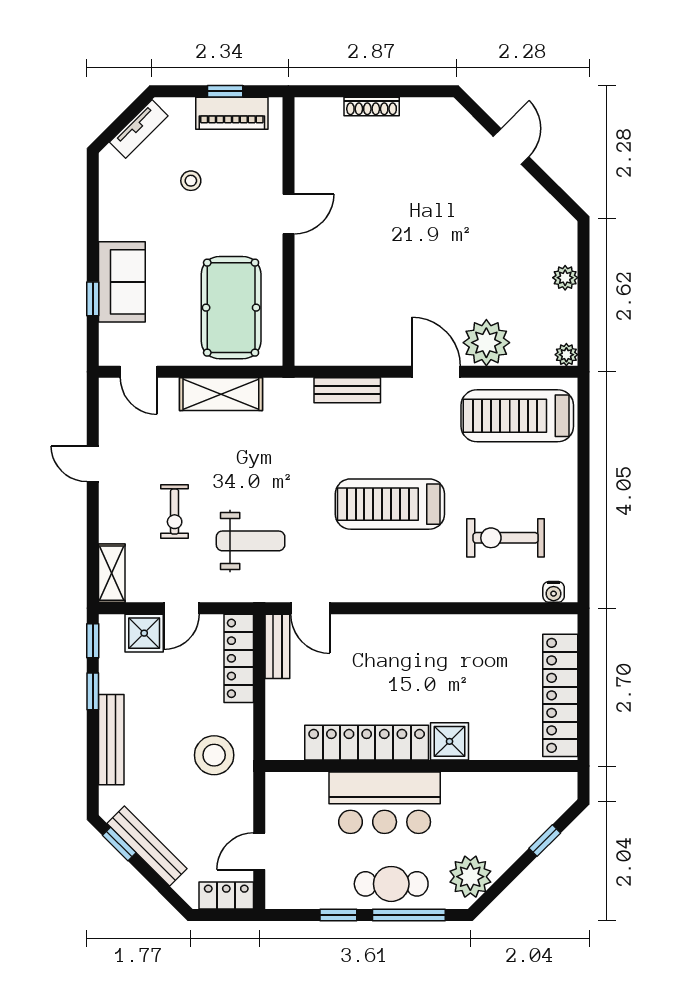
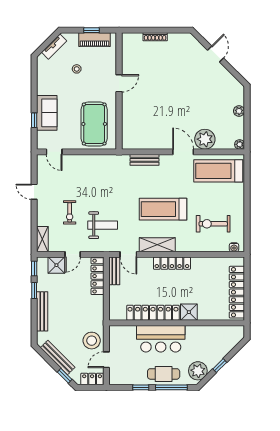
shelving: (221, 394) -> (157, 245), moved
locker: (410, 629) -> (172, 263), added
stool: (214, 755) -> (92, 341), moved
window: (545, 841) -> (220, 366), moved
window: (119, 844) -> (65, 376), moved

